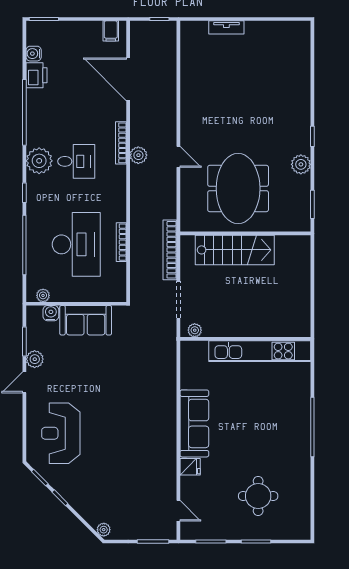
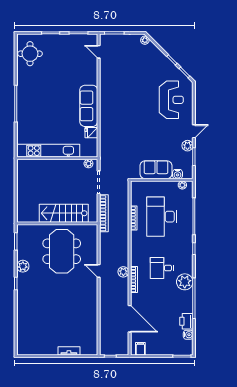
plant: (39, 161) -> (185, 282), moved
fridge: (190, 467) -> (91, 133), moved
round table: (258, 496) -> (30, 54), moved

